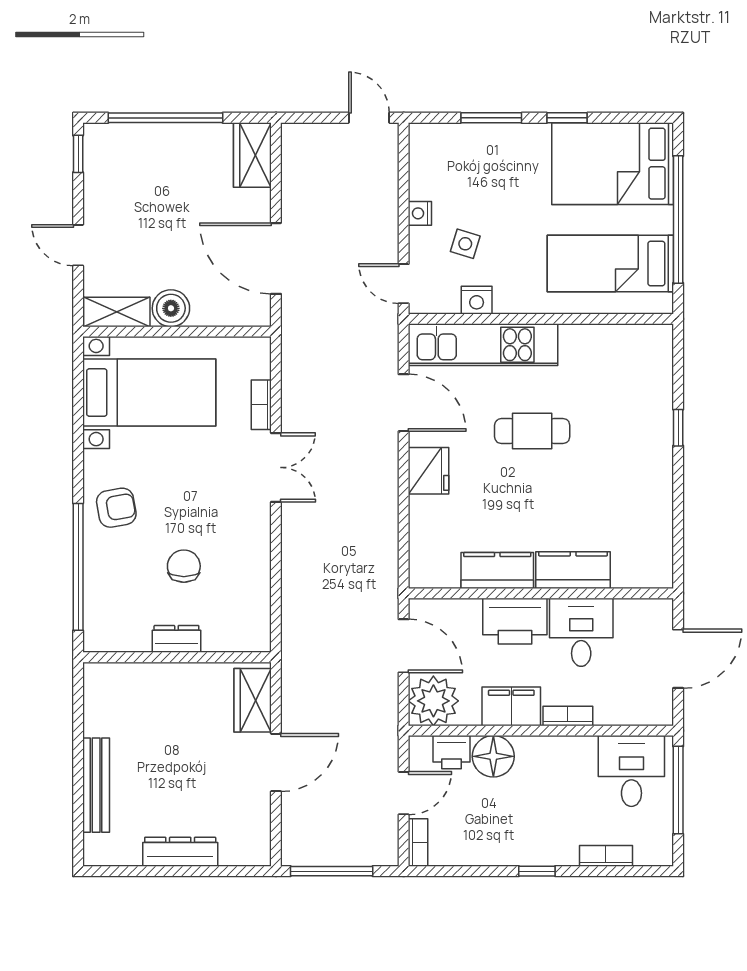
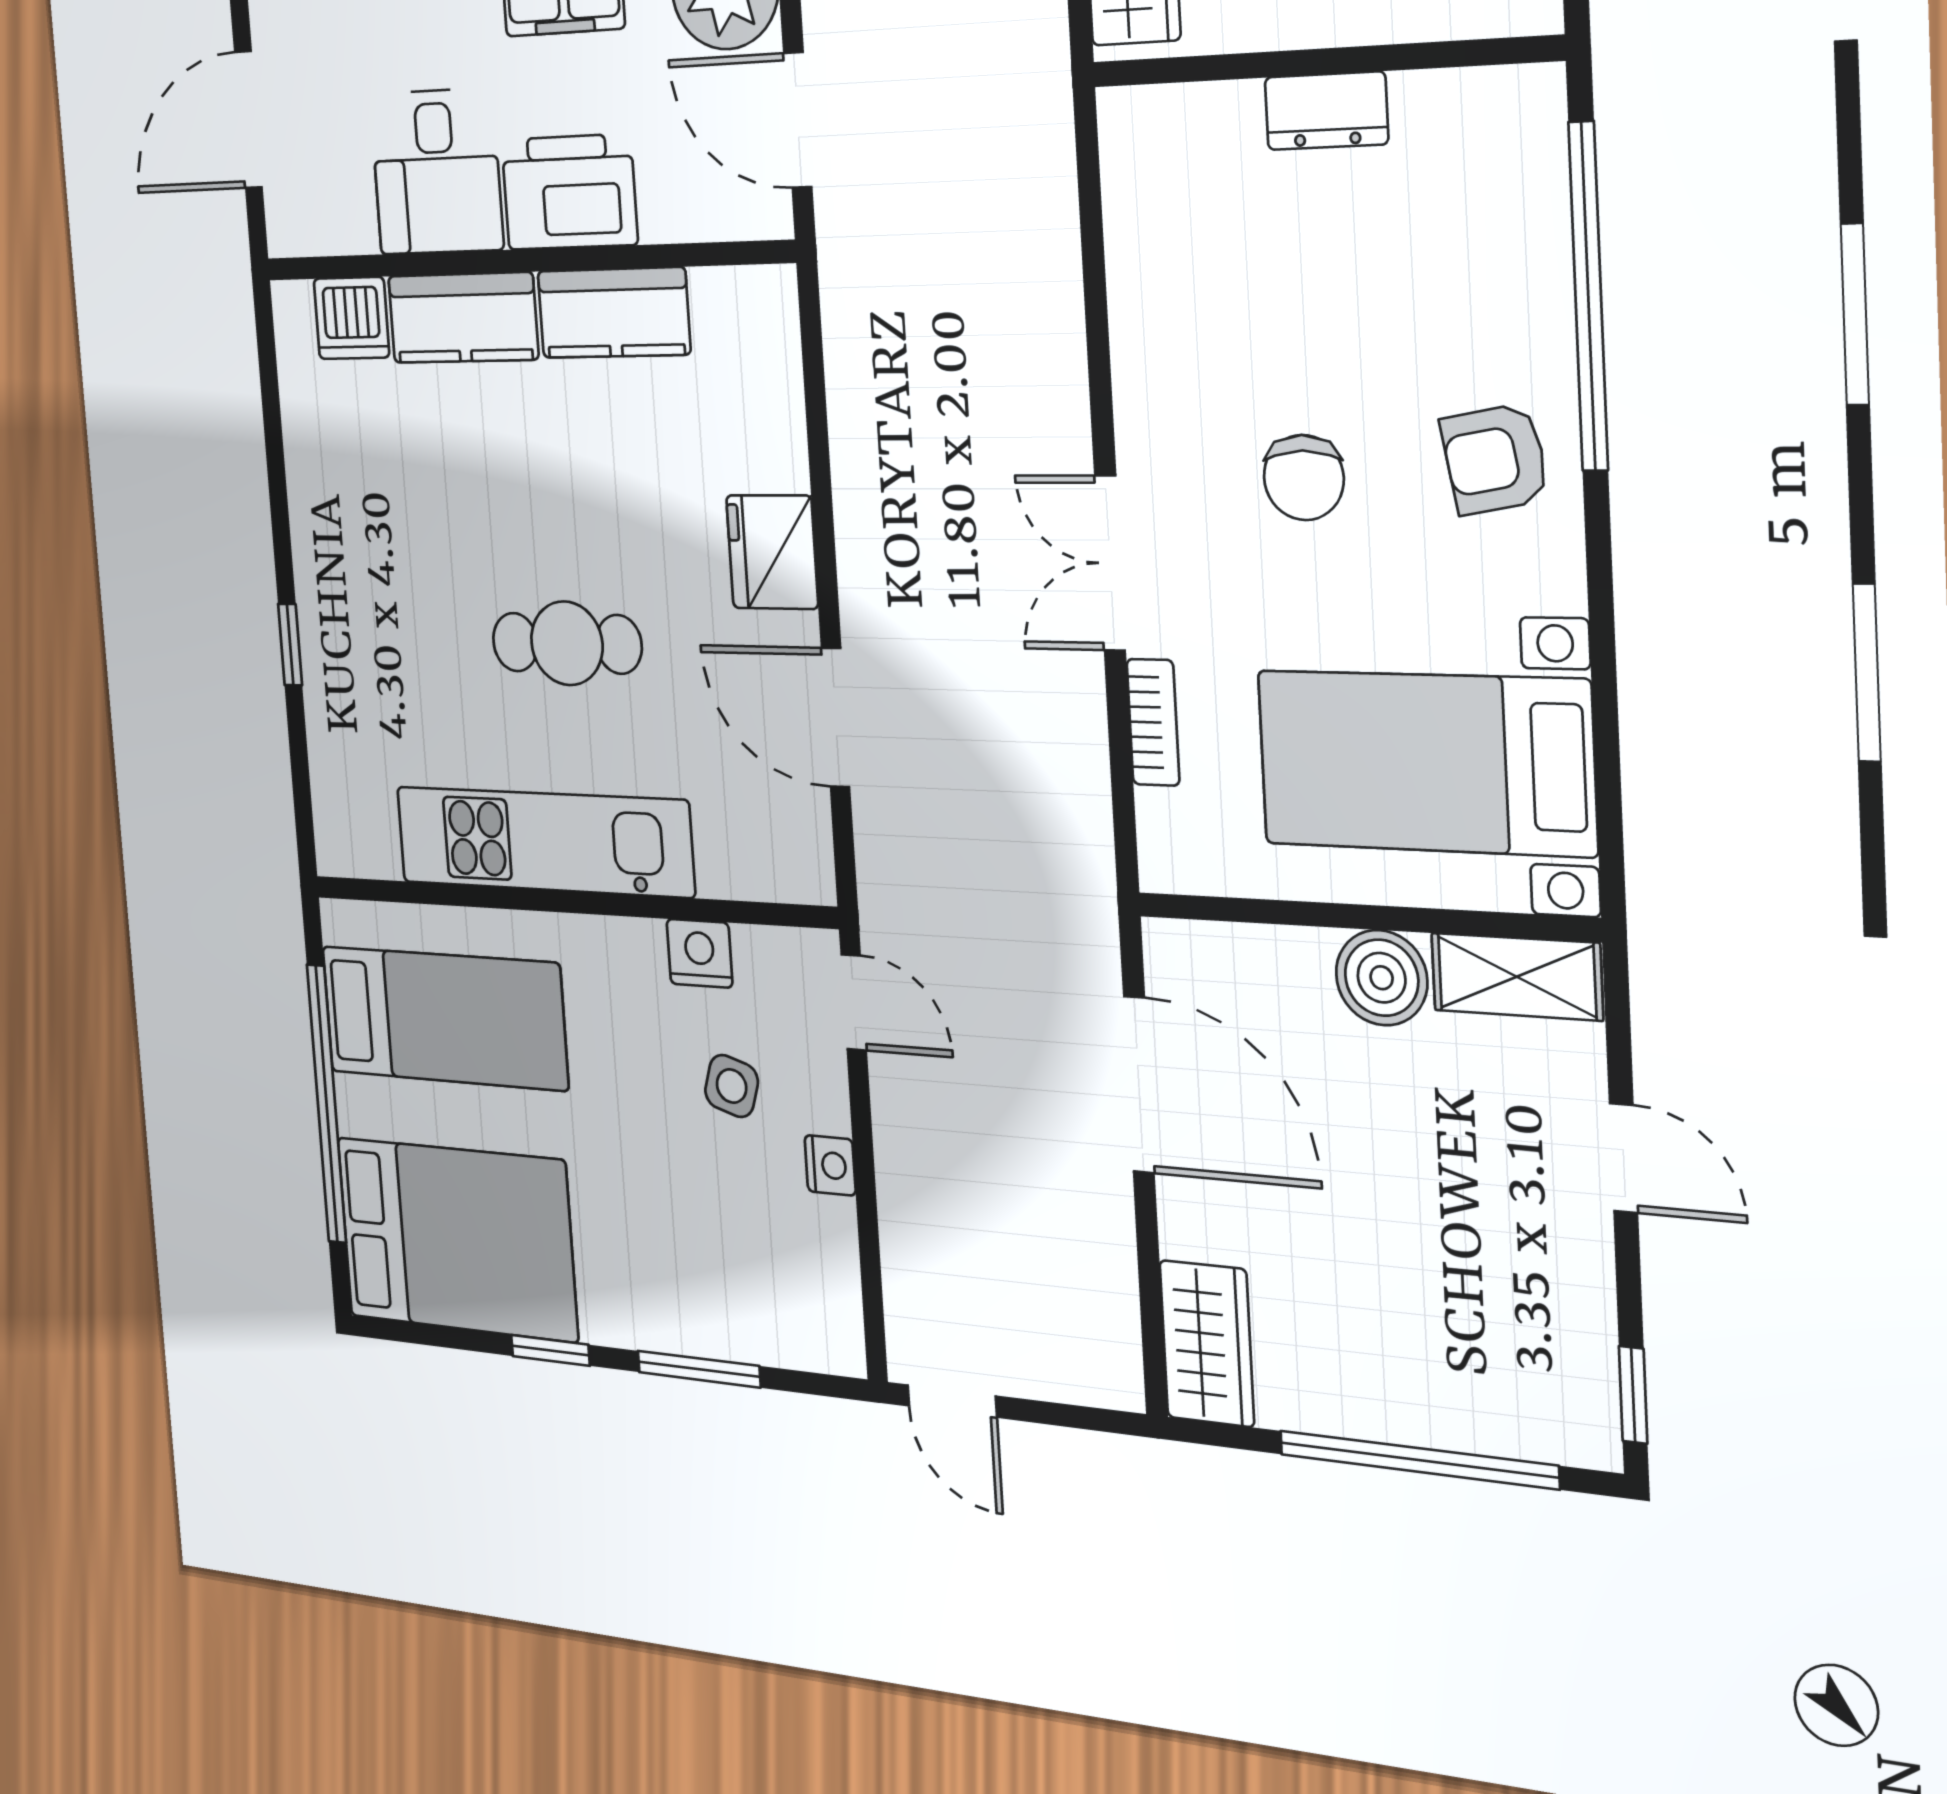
kitchen unit: (483, 345) -> (544, 842), moved
chair: (184, 566) -> (1304, 478), moved
dishwasher: (631, 571) -> (351, 318), added

